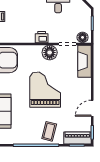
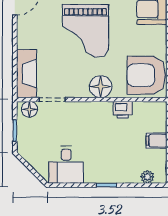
printer: (42, 37) -> (123, 110), moved
floor lamp: (50, 53) -> (101, 87), moved

